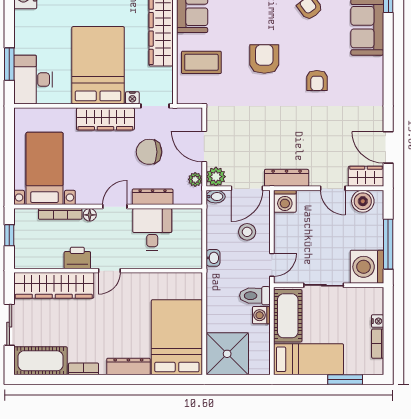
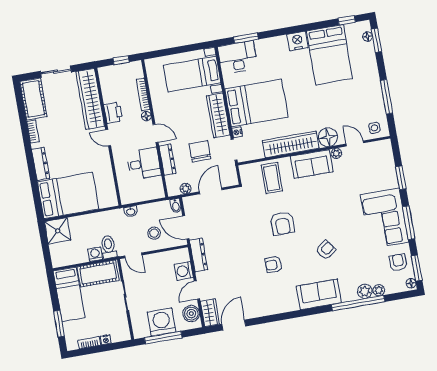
armchair: (264, 59) -> (282, 223), turned 90
bed with nightstands: (44, 168) -> (192, 74), moved, turned 180
plant: (216, 177) -> (190, 203), removed
washing machine: (285, 201) -> (184, 271), moved
washing machine: (367, 267) -> (162, 322), moved
shower: (227, 354) -> (58, 231), width x0.73, depth x0.73

